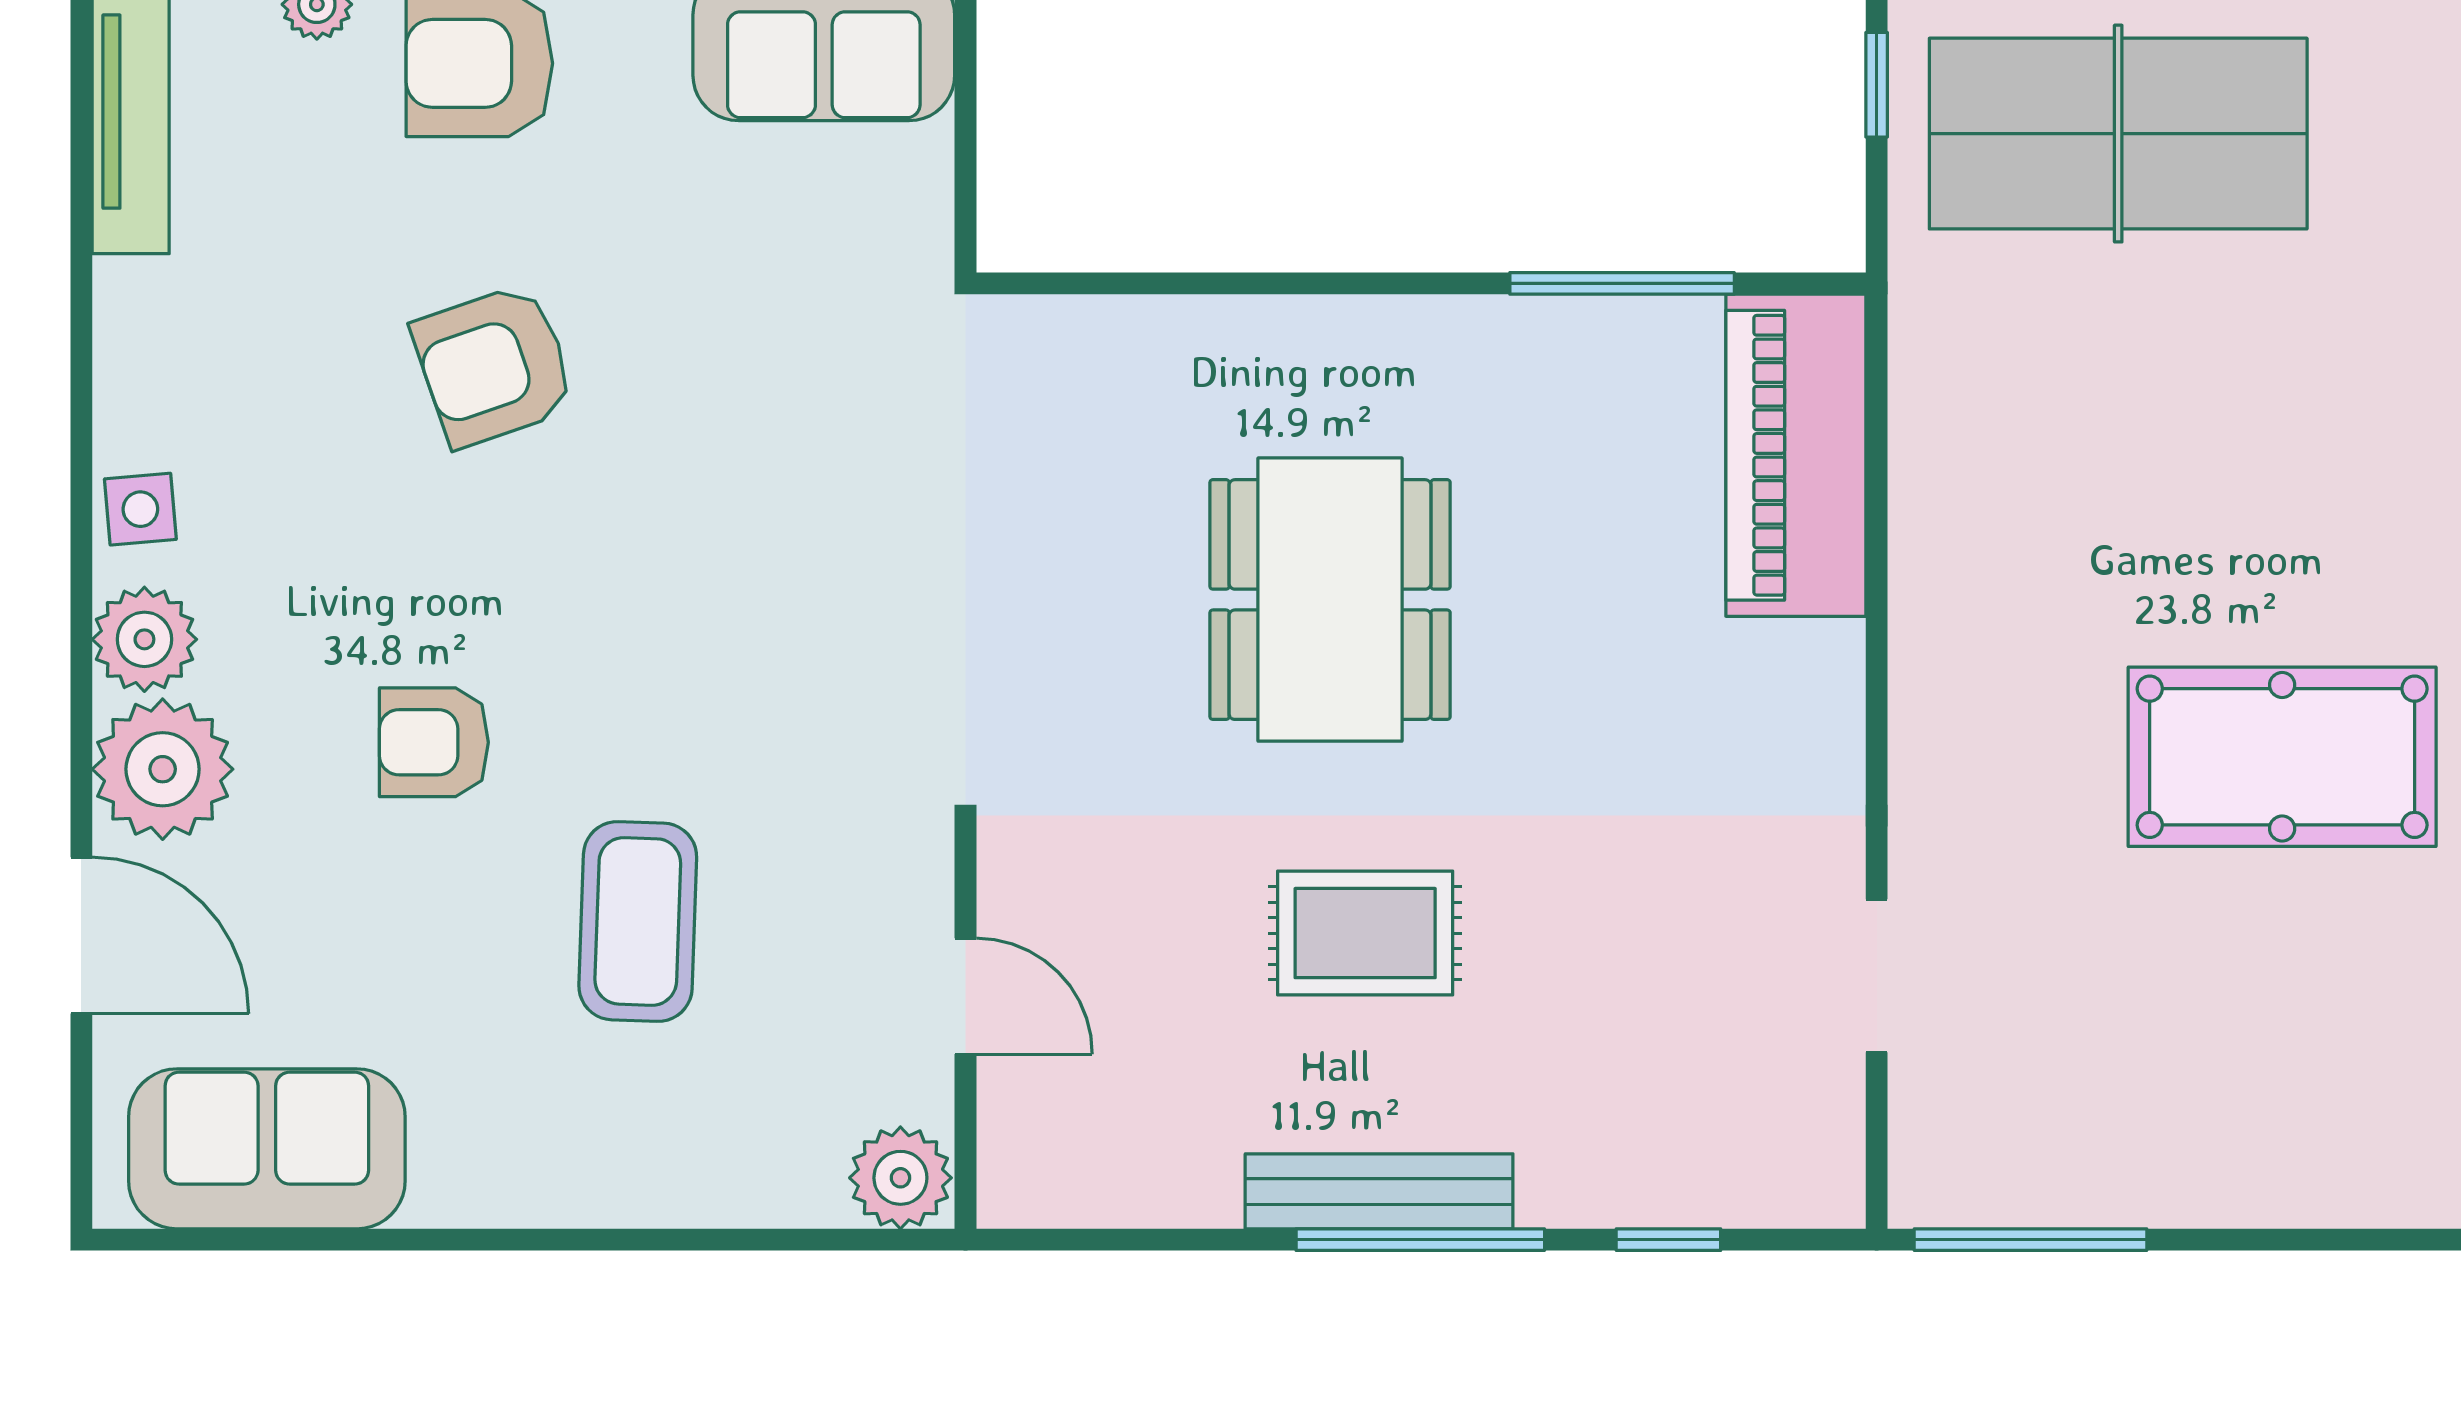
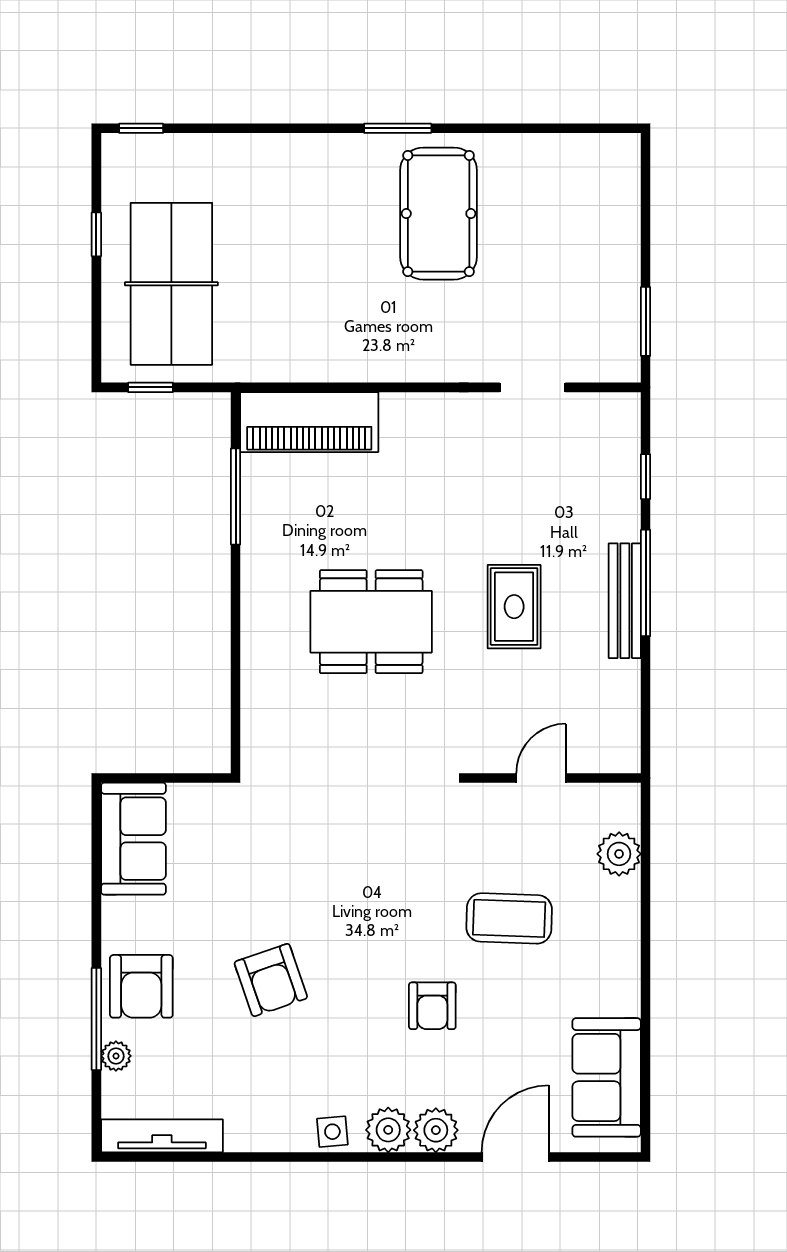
plant: (163, 769) -> (436, 1130), width x0.73, depth x0.73
plant: (900, 1178) -> (619, 854), moved
window: (2031, 1240) -> (646, 321), width x0.69

